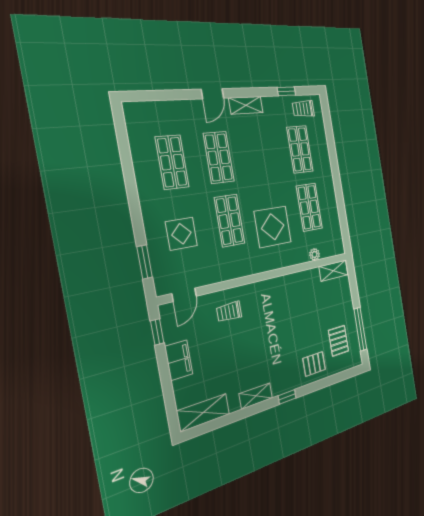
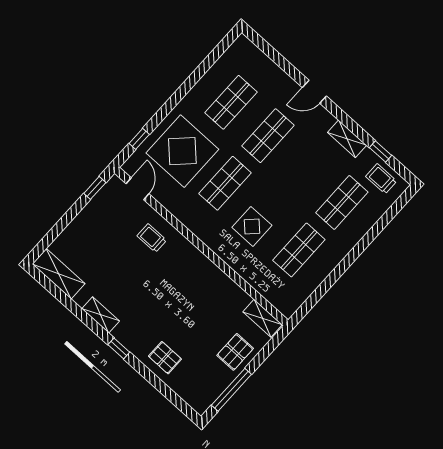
shelving: (246, 105) -> (347, 139), moved
display table: (273, 227) -> (252, 226), width x0.73, depth x0.73
display table: (181, 234) -> (182, 151), width x1.86, depth x1.86
plant: (315, 254) -> (261, 287), removed
window: (145, 262) -> (139, 139), width x0.67
door: (184, 295) -> (137, 189), swing flipped
pallet: (338, 341) -> (235, 352), moved
filing cabinet: (179, 360) -> (85, 222), removed

